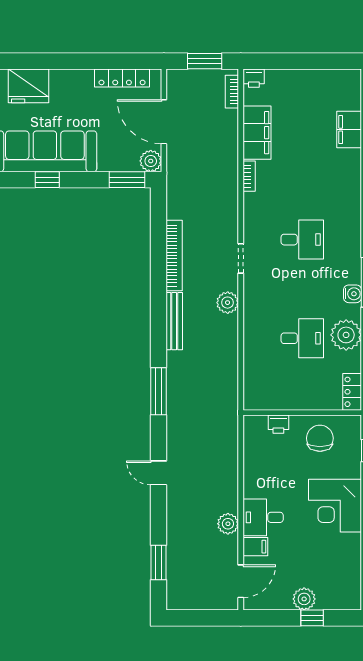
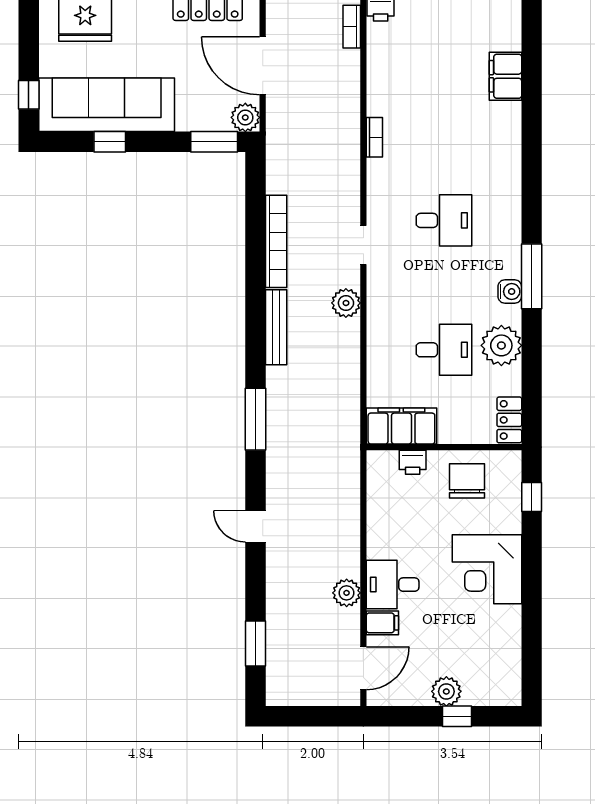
filing cabinet: (257, 133) -> (401, 426), moved, turned -90

